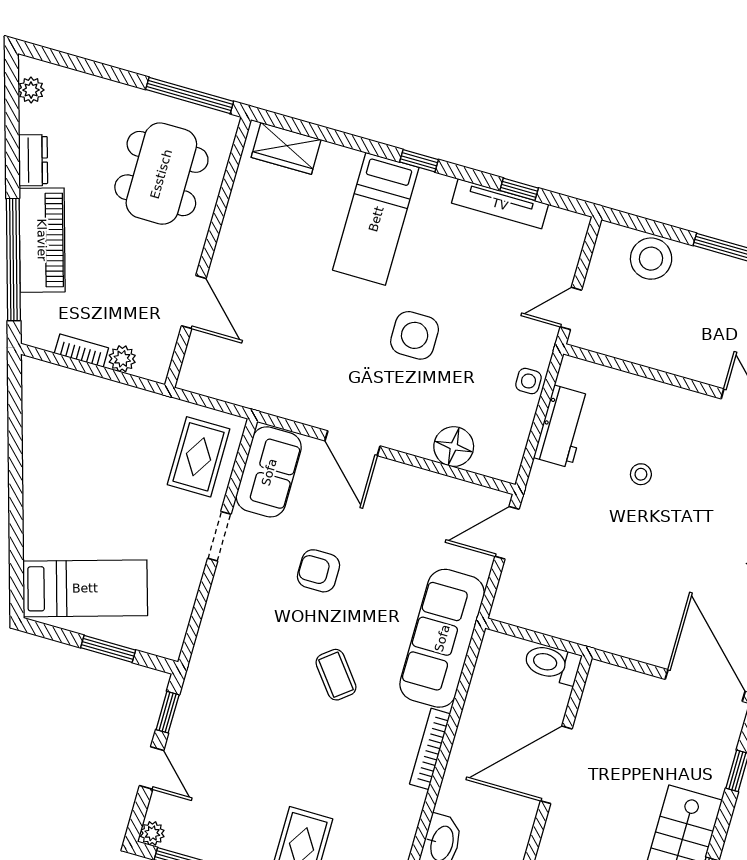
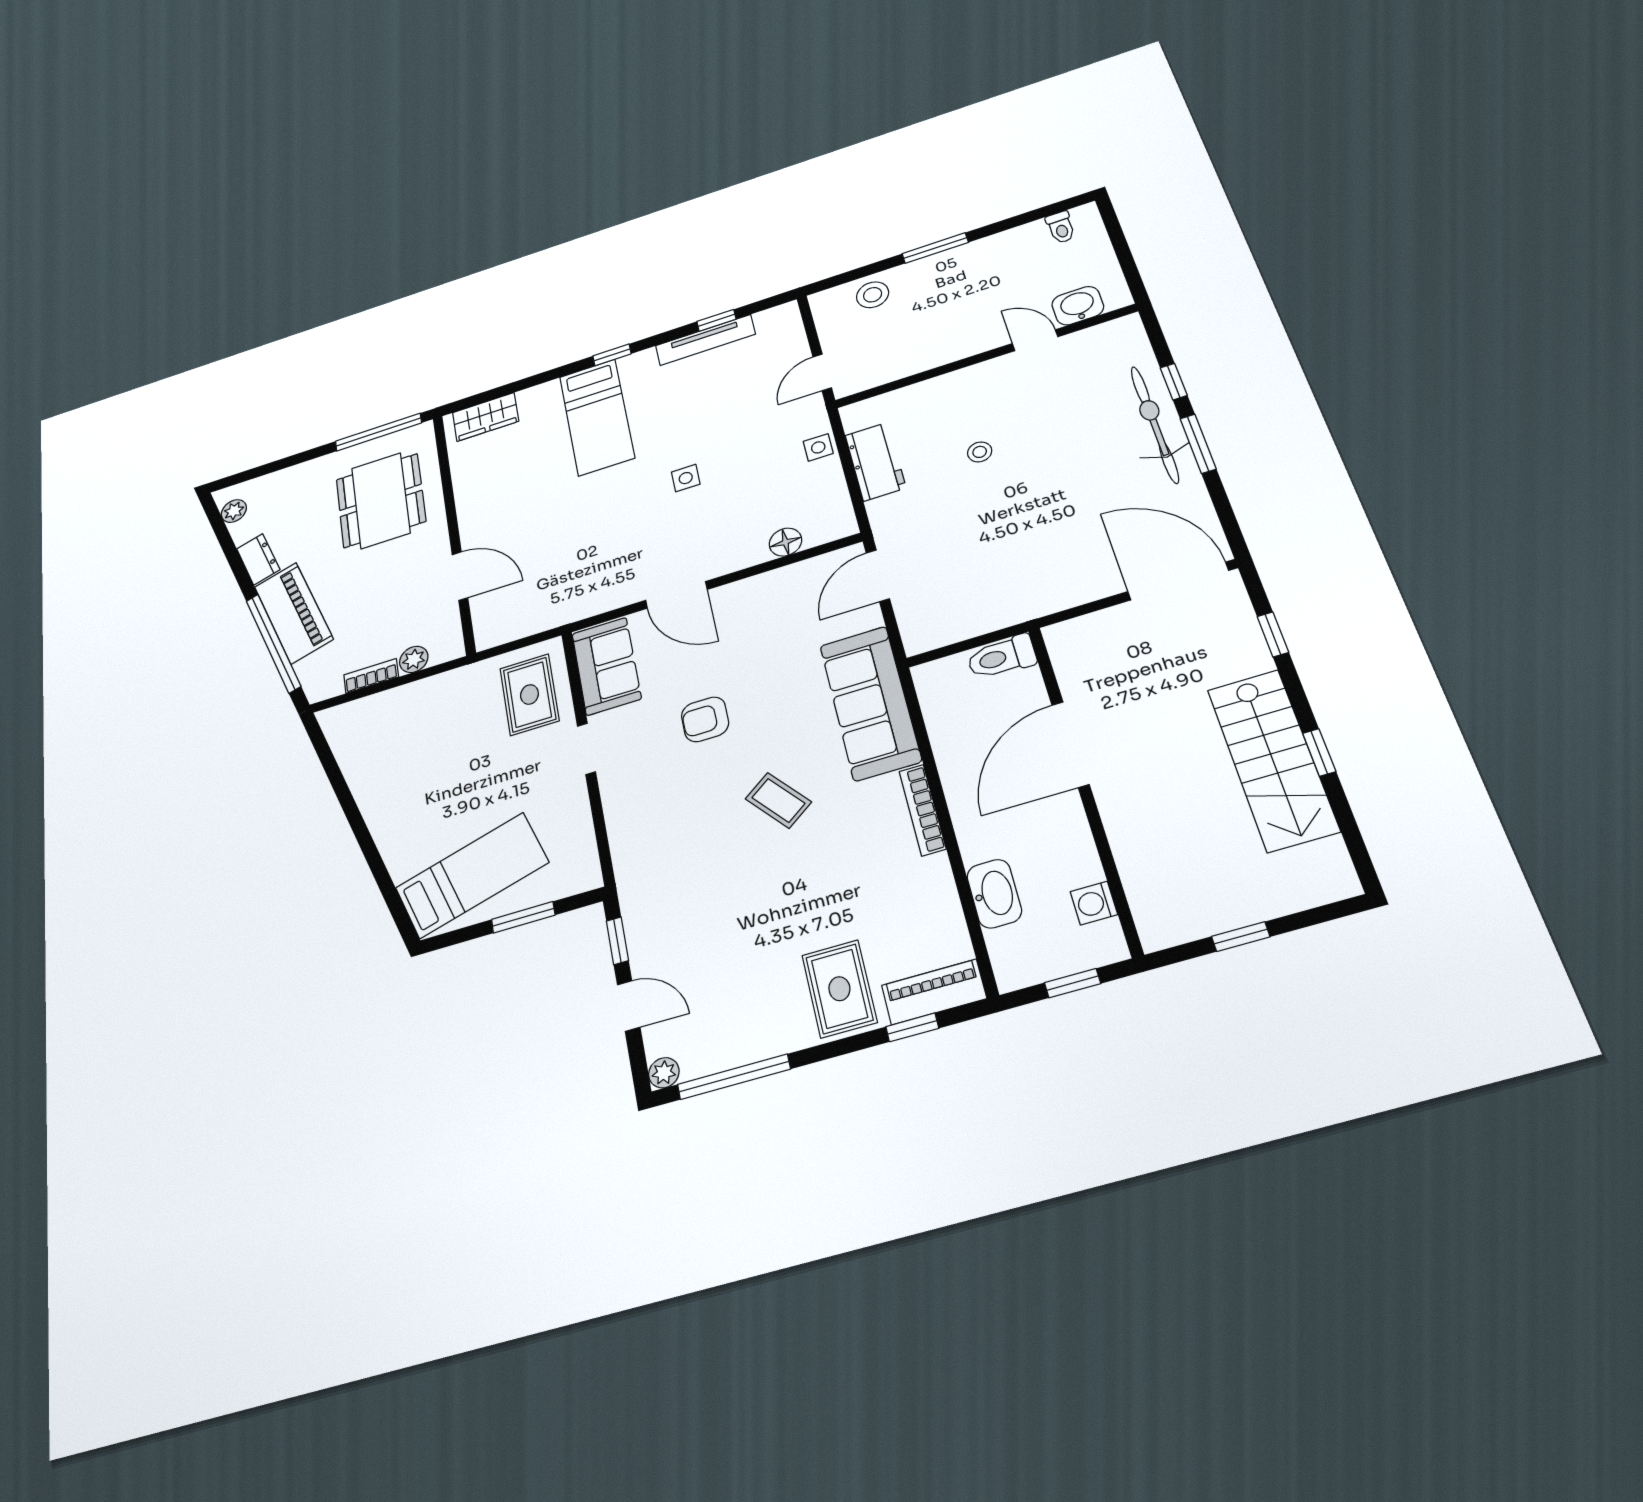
stool: (651, 259) -> (873, 295), width x0.73, depth x0.73
side table: (415, 335) -> (686, 478), width x0.54, depth x0.54
floor lamp: (454, 447) -> (785, 542), width x0.73, depth x0.73

